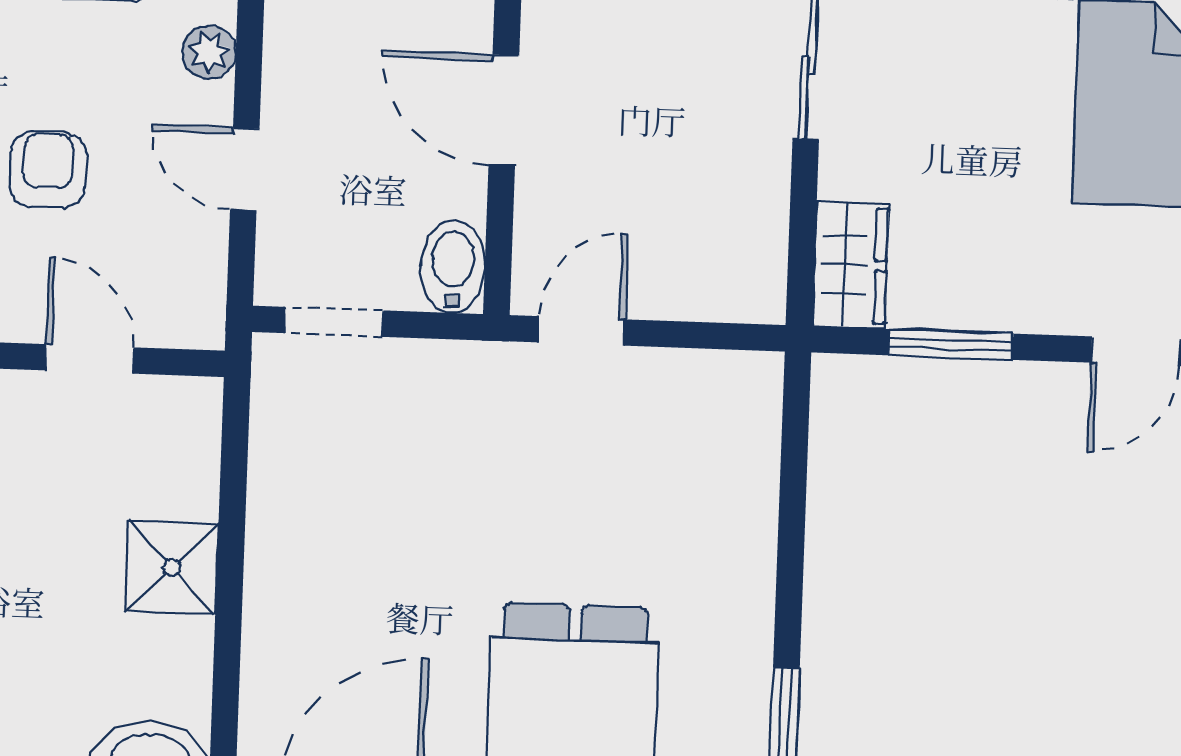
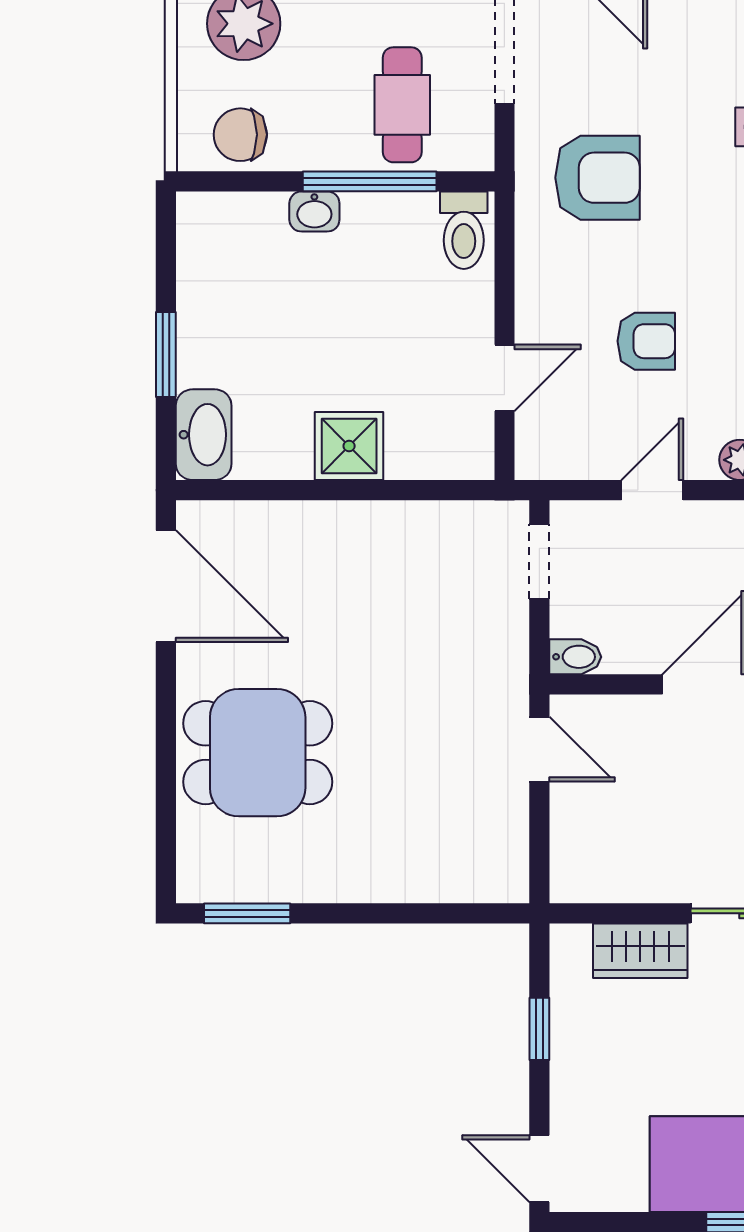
wardrobe: (851, 265) -> (640, 951), moved
bidet: (453, 266) -> (575, 657), width x0.72, depth x0.74
window: (951, 344) -> (539, 1029), width x0.67

